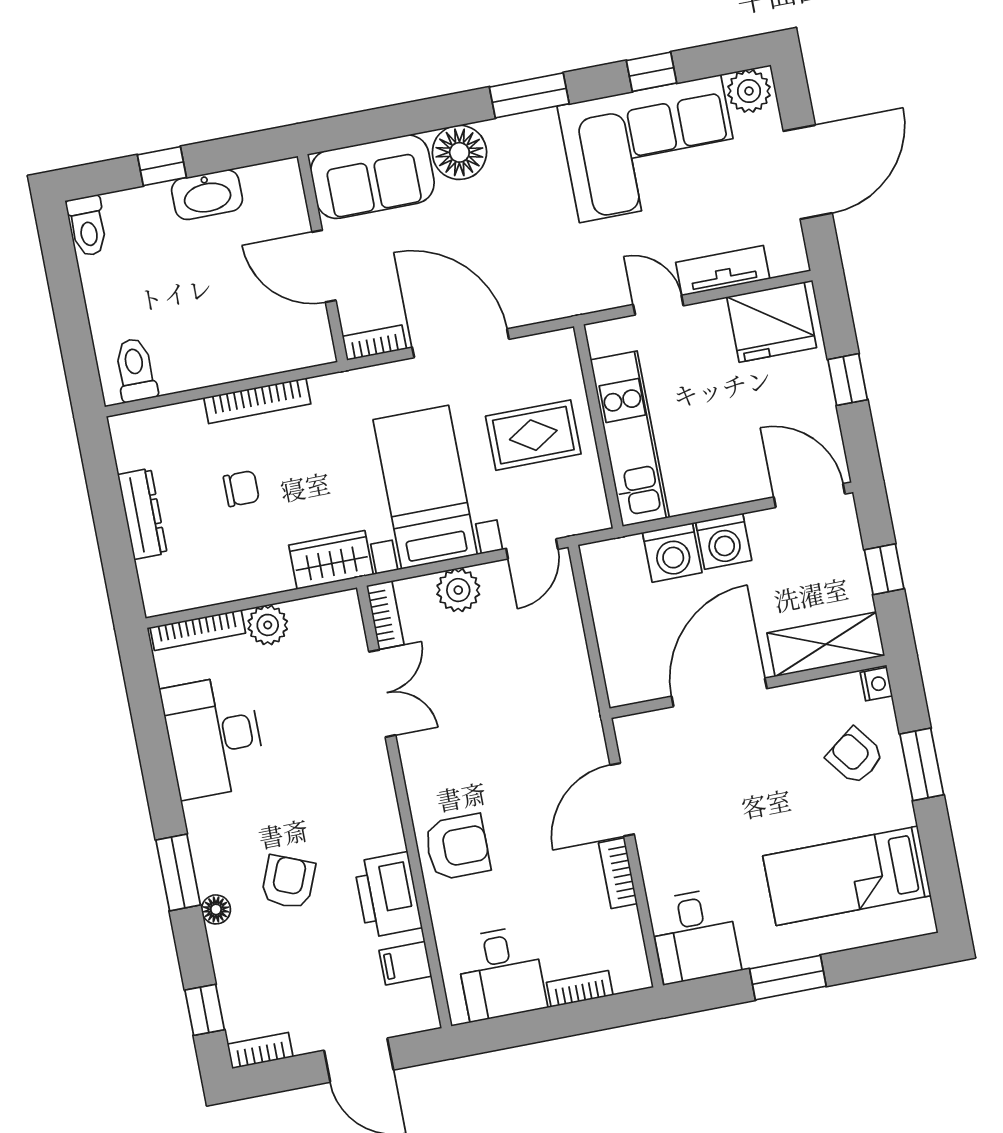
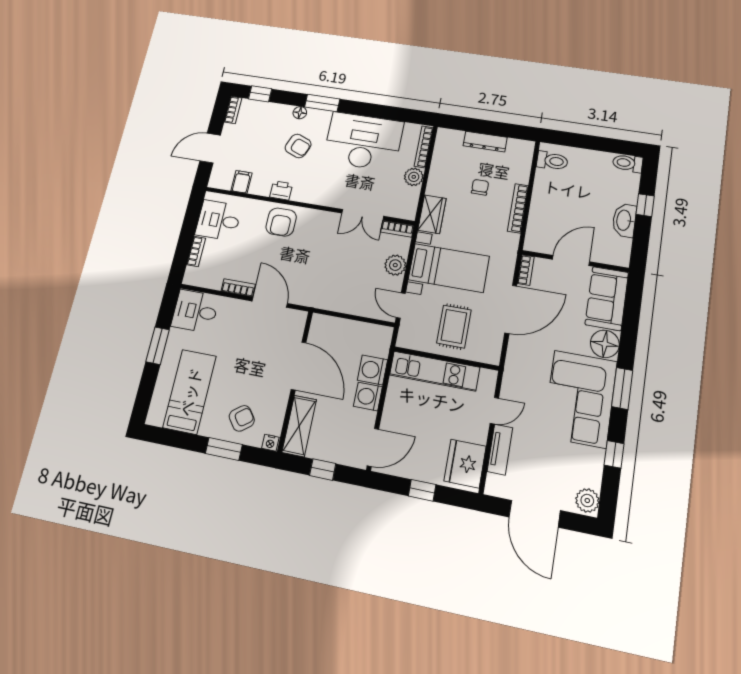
corner sofa: (650, 149) -> (580, 399), moved
chair: (241, 489) -> (480, 187), turned 180
desk: (214, 737) -> (363, 142), width x1.36, depth x1.30
printer: (388, 895) -> (281, 190), width x0.53, depth x0.68

